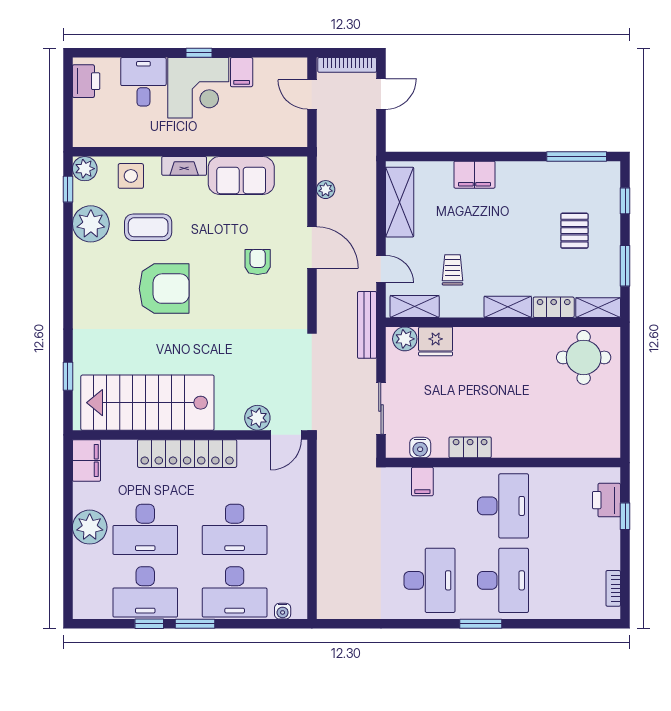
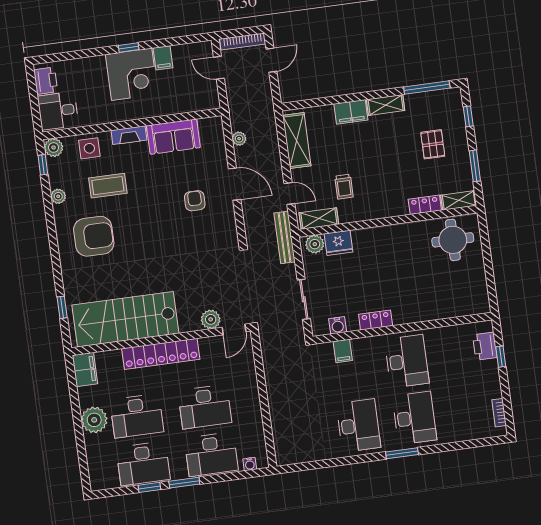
desk: (143, 82) -> (58, 111), moved, turned -90
plant: (91, 224) -> (58, 196), width x0.53, depth x0.53
trolley: (453, 270) -> (344, 187), turned 180
armchair: (164, 289) -> (94, 236), moved
shelving: (508, 307) -> (386, 105), moved

